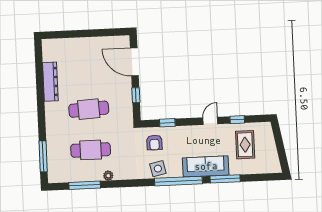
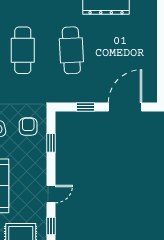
door: (210, 121) -> (51, 194), hinge flipped
armchair: (154, 143) -> (28, 127), turned 90

